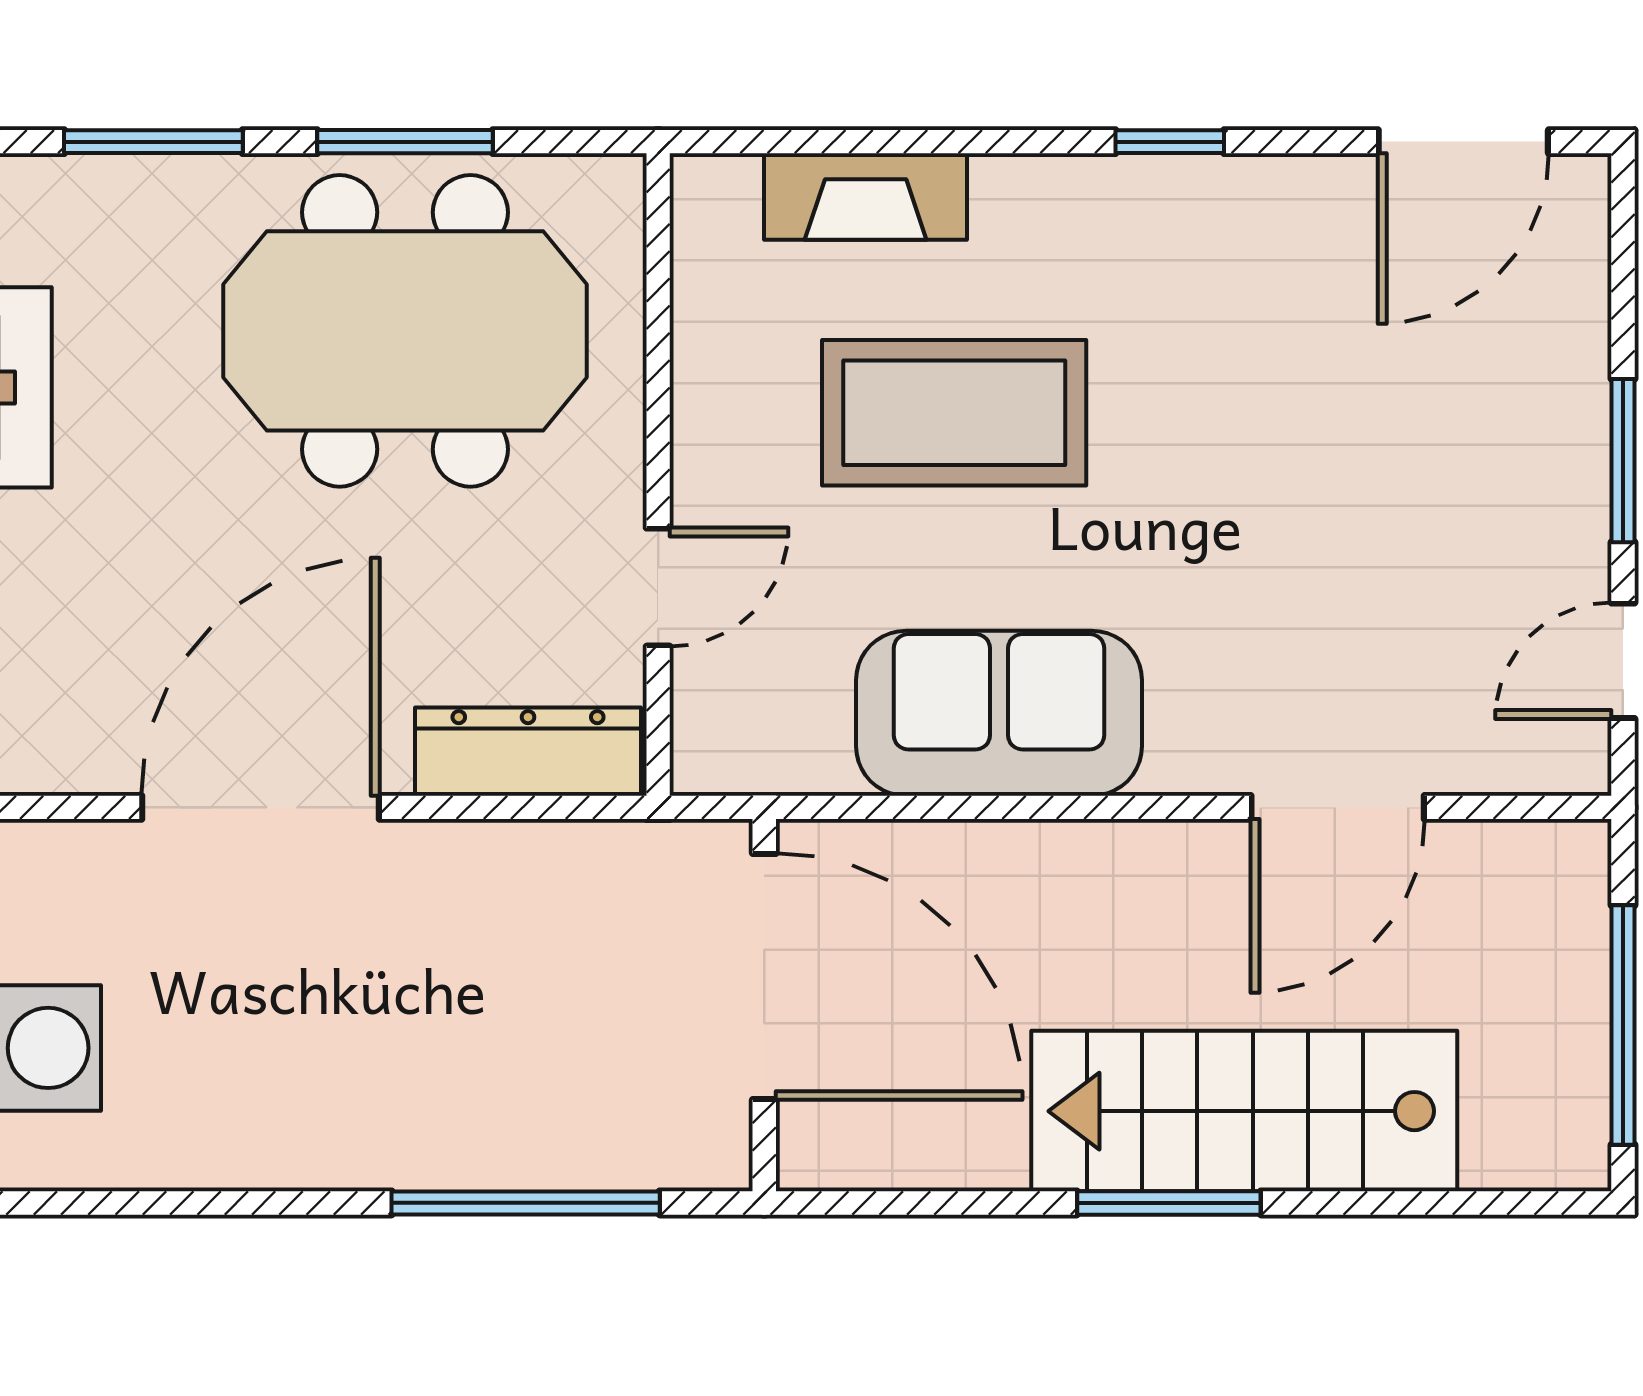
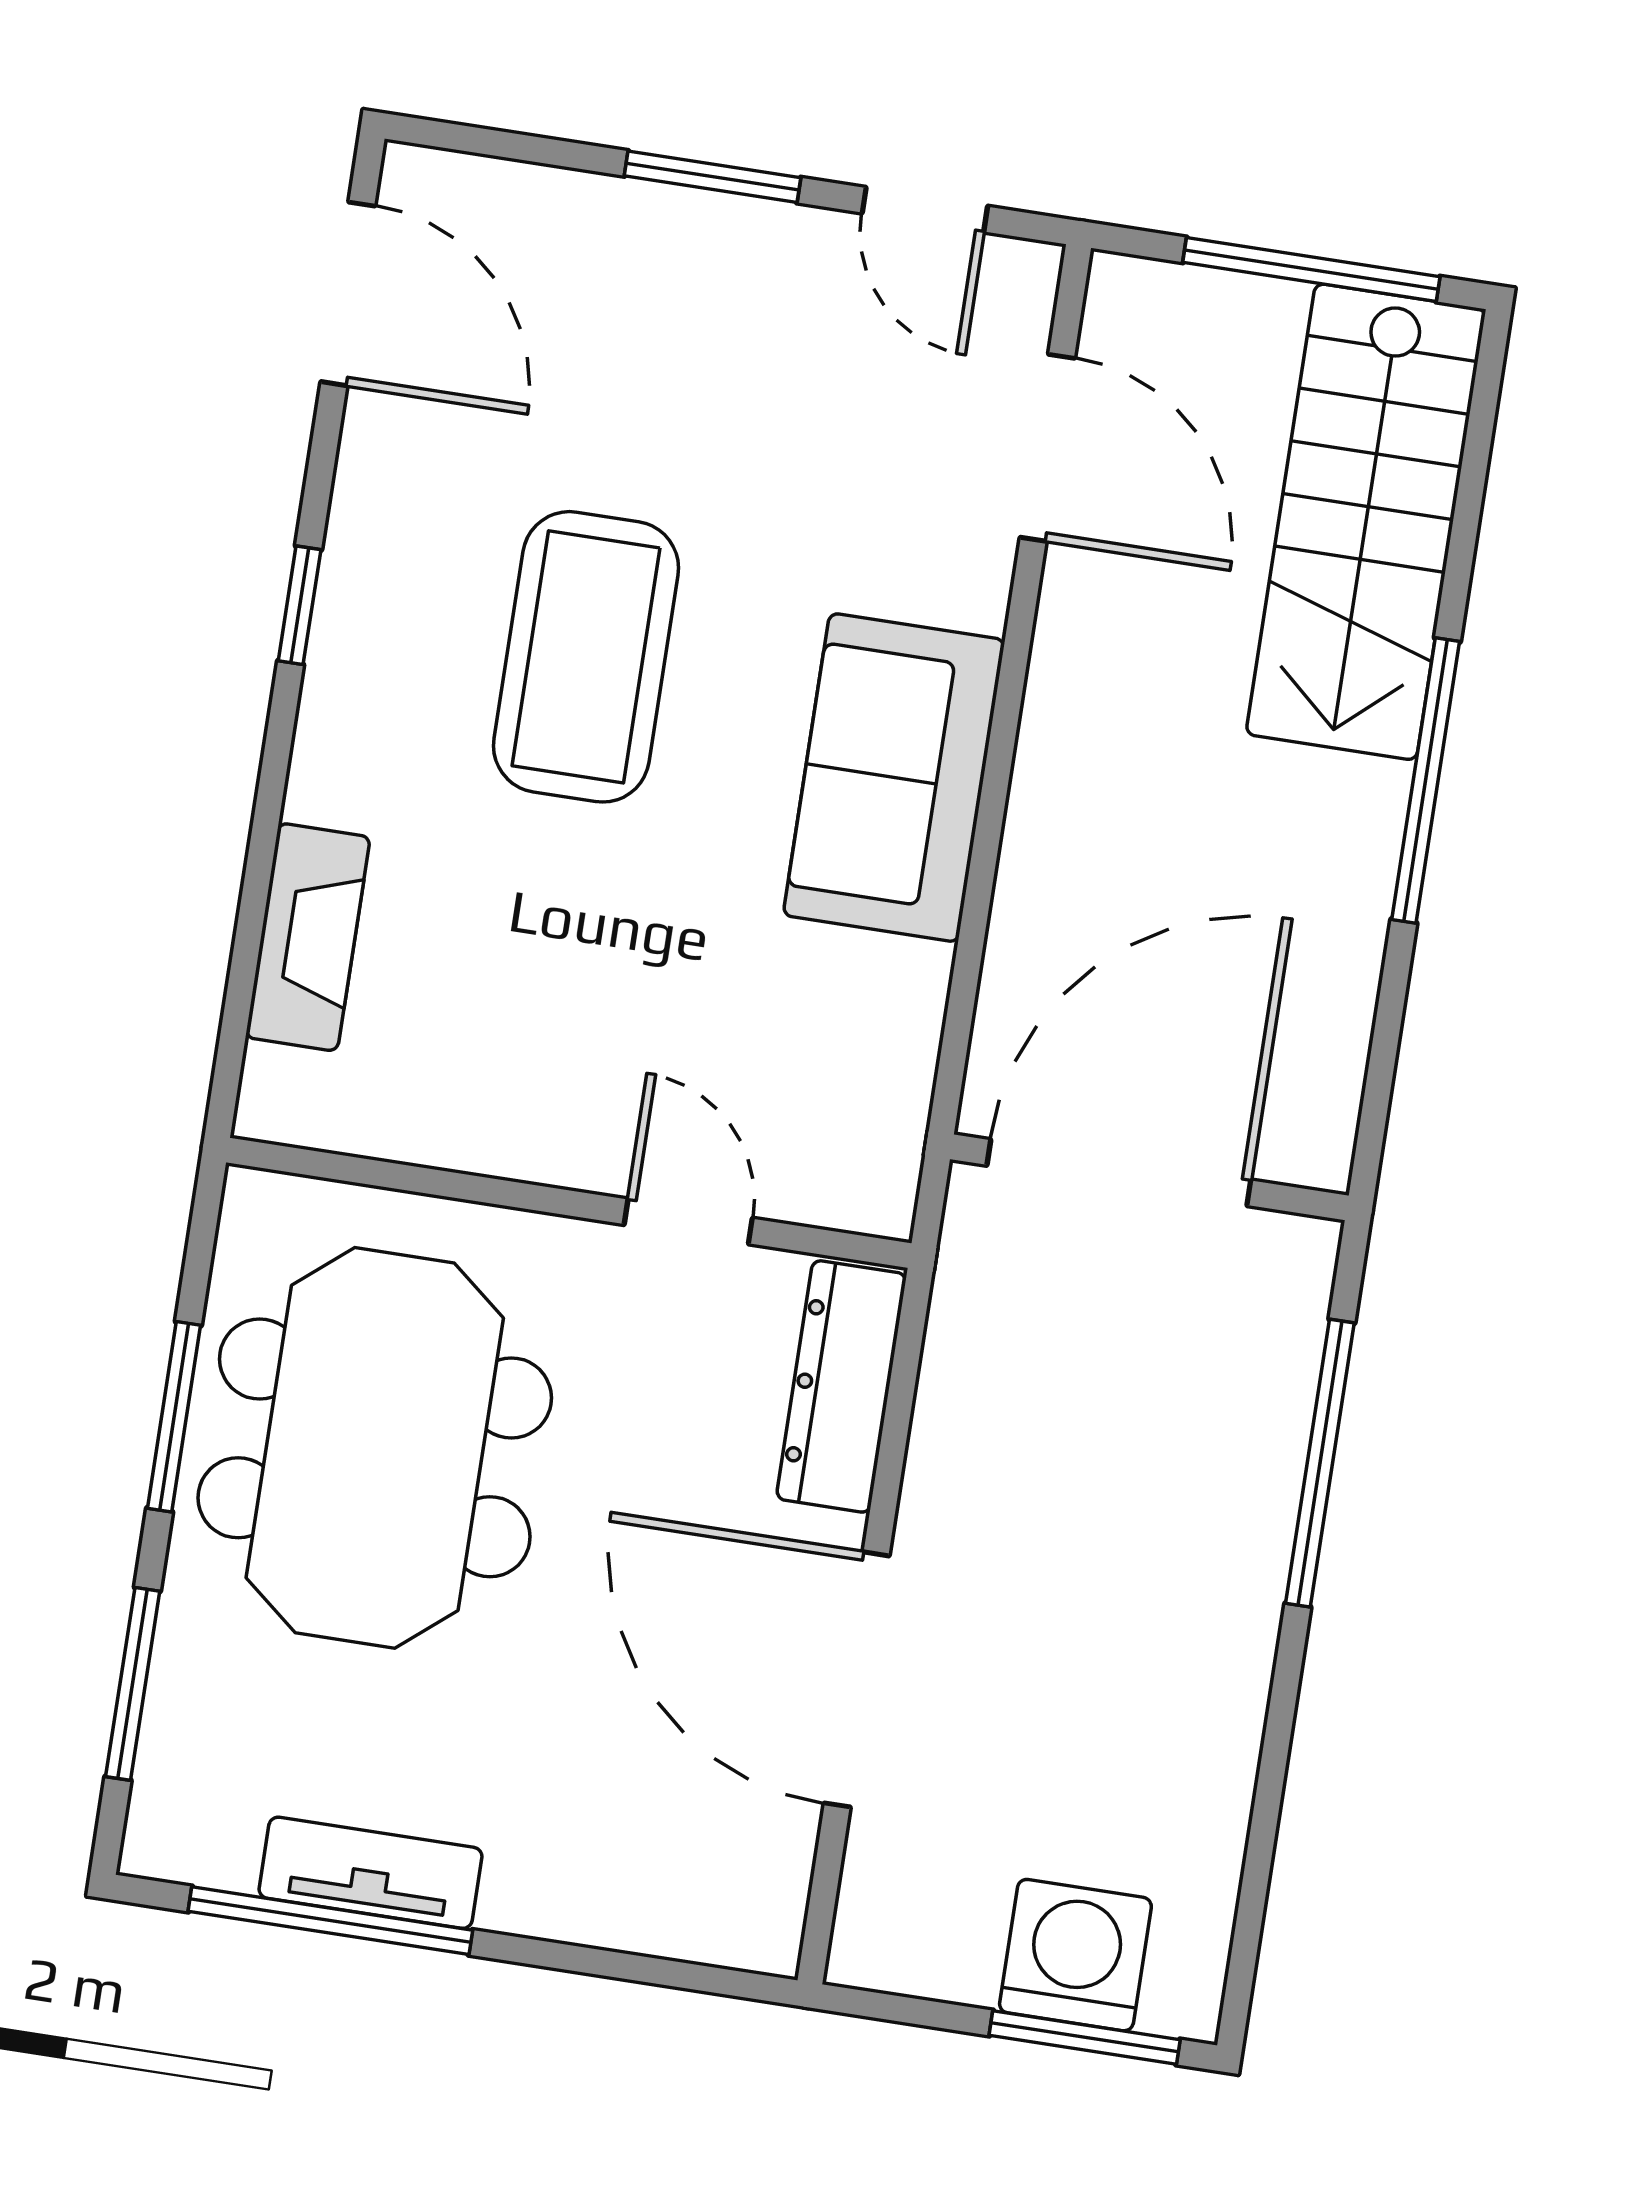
coffee table: (954, 413) -> (586, 657), moved
sofa: (999, 713) -> (894, 778), moved
door: (1338, 807) -> (1047, 448), moved
stairs: (1244, 1111) -> (1366, 522), moved
window: (1169, 1203) -> (1426, 781), width x1.44

